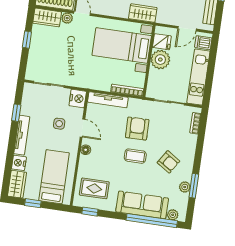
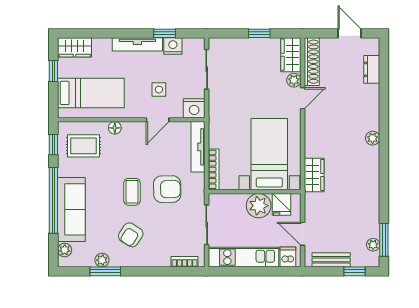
floor lamp: (86, 150) -> (115, 128), moved
nightstand: (19, 163) -> (173, 46), moved
rug: (94, 188) -> (83, 146), turned 90
window: (152, 221) -> (53, 200), moved

